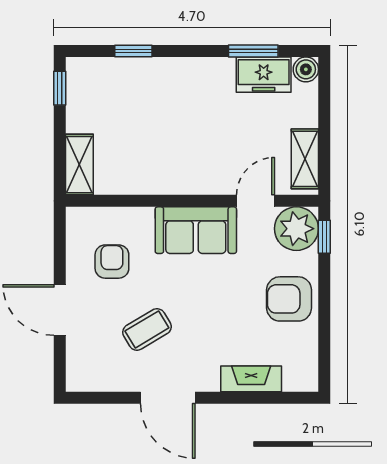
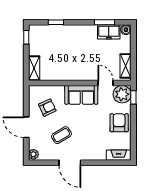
door: (256, 201) -> (106, 83), hinge flipped
armchair: (112, 262) -> (47, 108), turned 65
armchair: (289, 299) -> (119, 123), turned 90
plant: (77, 377) -> (33, 154), added
fireplace: (251, 379) -> (119, 155), moved

